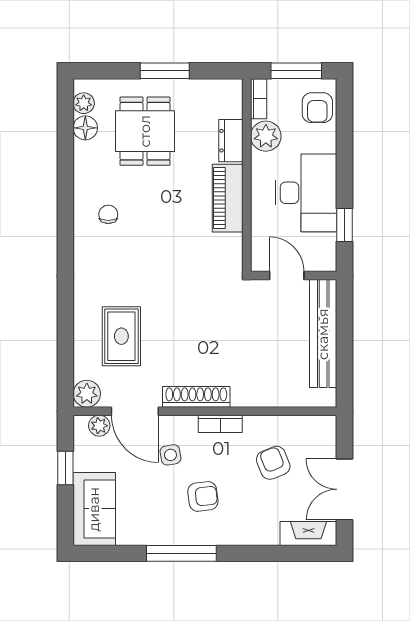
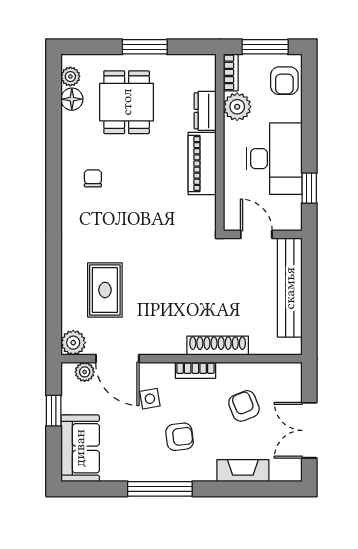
shoe rack: (196, 397) -> (218, 346), moved
fireplace: (308, 533) -> (243, 471), moved

